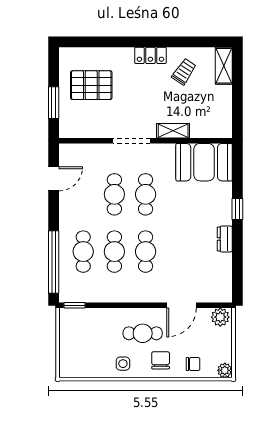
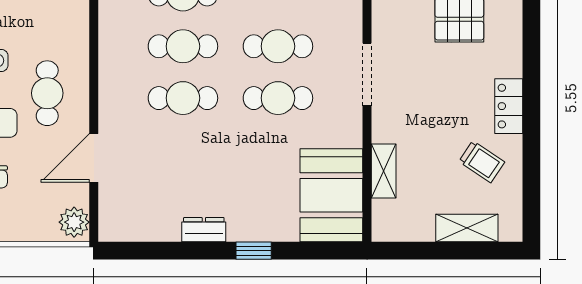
shelving: (224, 66) -> (467, 228), moved
shelving: (173, 131) -> (384, 171), moved
door: (182, 305) -> (94, 158), hinge flipped

